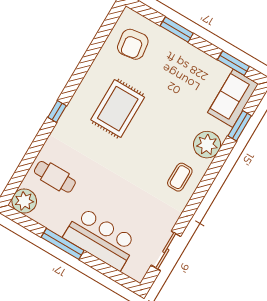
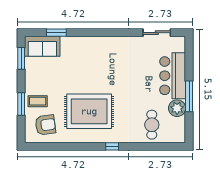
rug: (118, 109) -> (89, 111), width x1.37, depth x1.44
plant: (207, 145) -> (79, 45), removed
coffee table: (180, 177) -> (38, 101), moved
plant: (24, 201) -> (177, 108), moved

